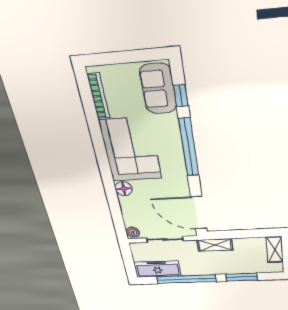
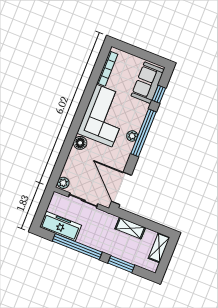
plant: (177, 157) -> (132, 136), added
shelving: (215, 245) -> (130, 228), moved

